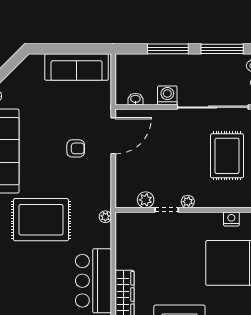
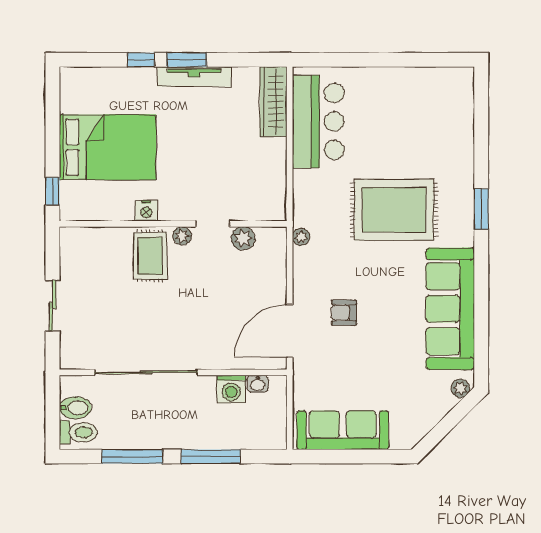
washing machine: (167, 95) -> (231, 389), moved
rug: (227, 156) -> (150, 256), moved, width x0.73, depth x0.70
plant: (105, 217) -> (301, 237), moved
nightstand: (231, 219) -> (146, 211), moved

